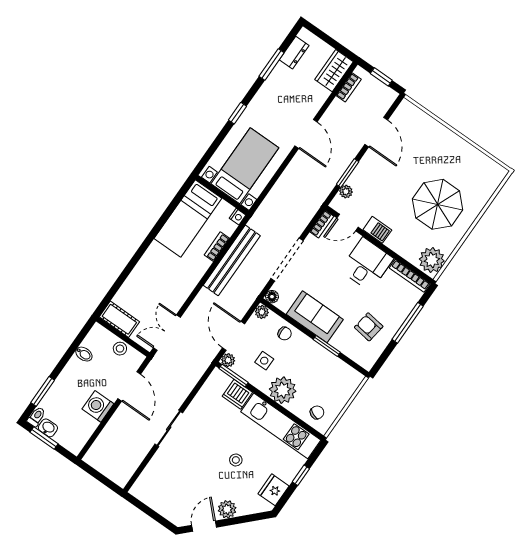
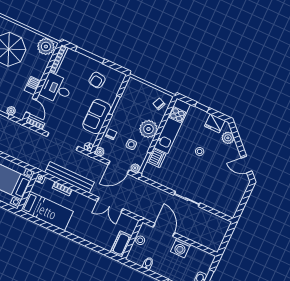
double door: (167, 333) -> (110, 205), moved
door: (129, 386) -> (164, 230), hinge flipped
plant: (227, 509) -> (228, 138), moved

